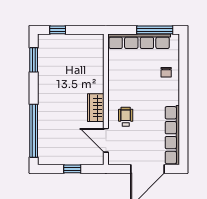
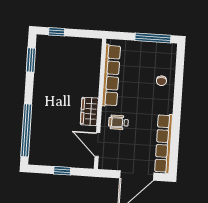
row of seats: (139, 41) -> (111, 75), moved, turned -90
wheelchair: (126, 117) -> (118, 122), turned -90

